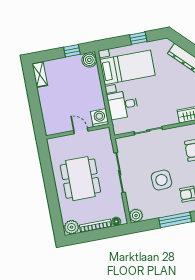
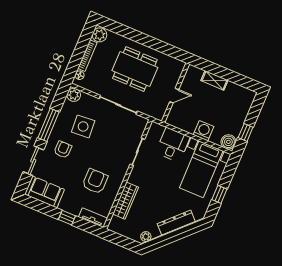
shelving: (40, 74) -> (214, 80), moved
washing machine: (100, 118) -> (204, 131), moved, turned -90
side table: (161, 180) -> (83, 126), moved

